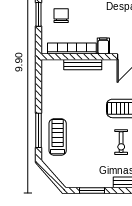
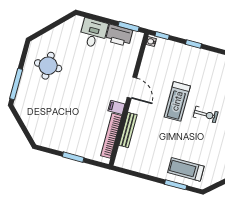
chair: (61, 16) -> (80, 137), removed
window: (38, 130) -> (176, 185), width x0.69

